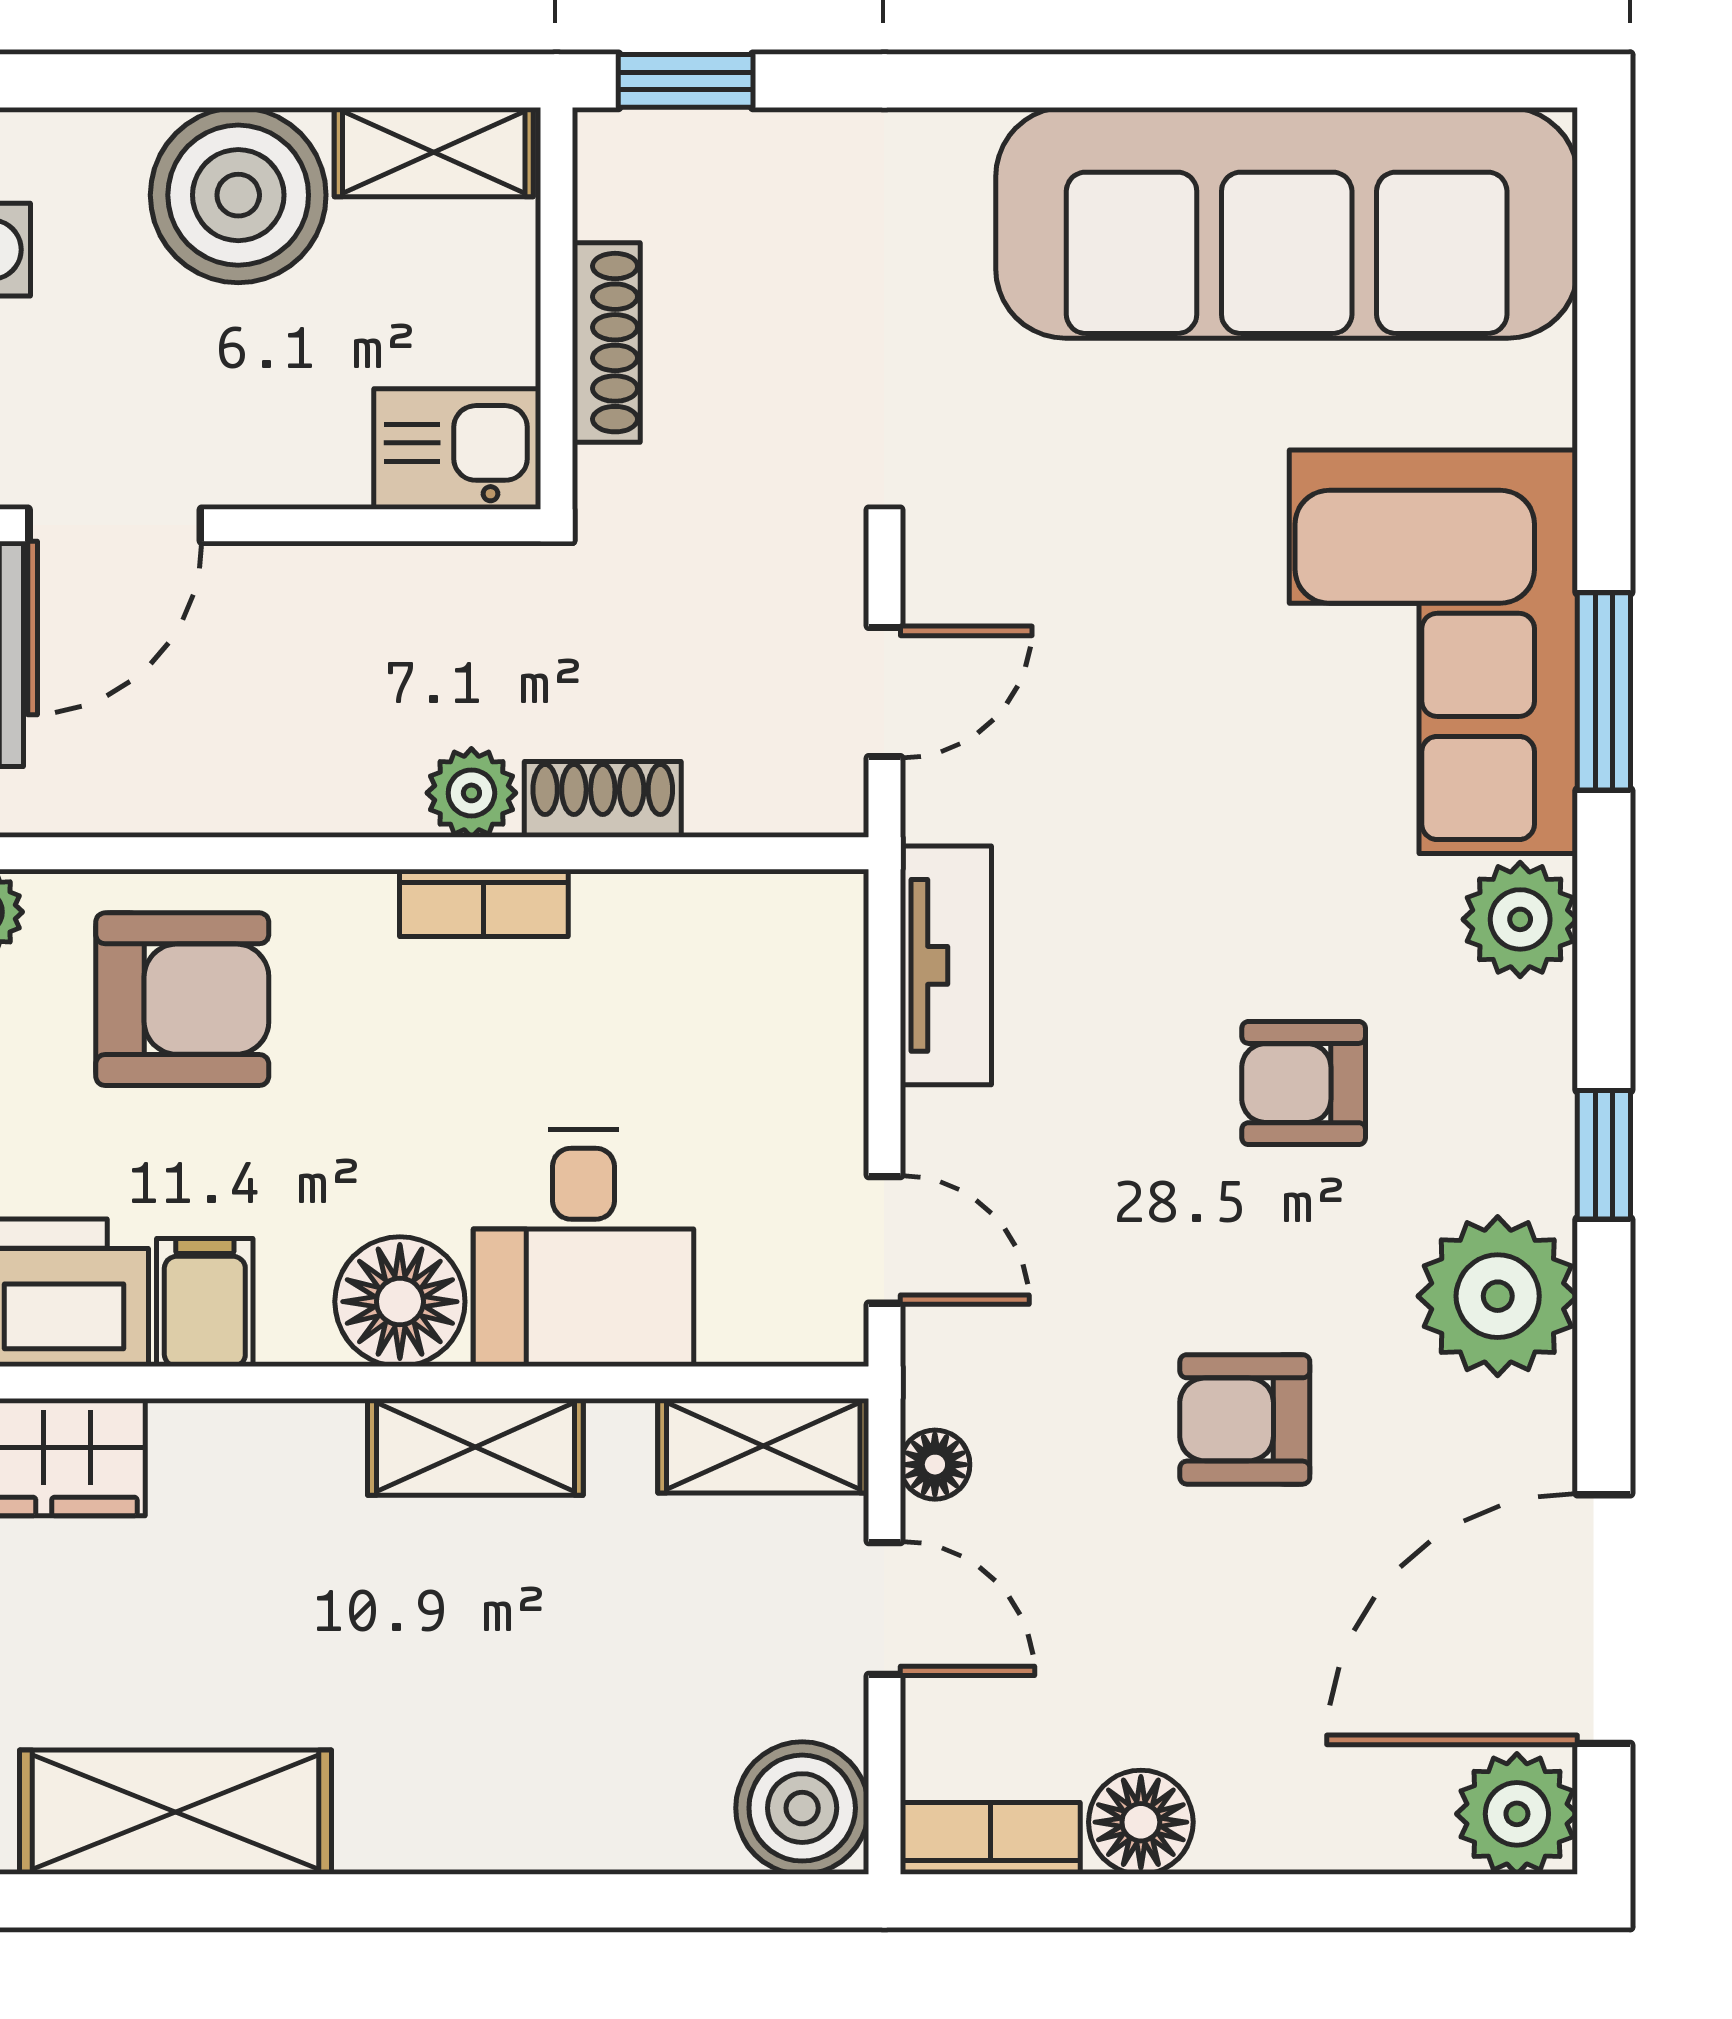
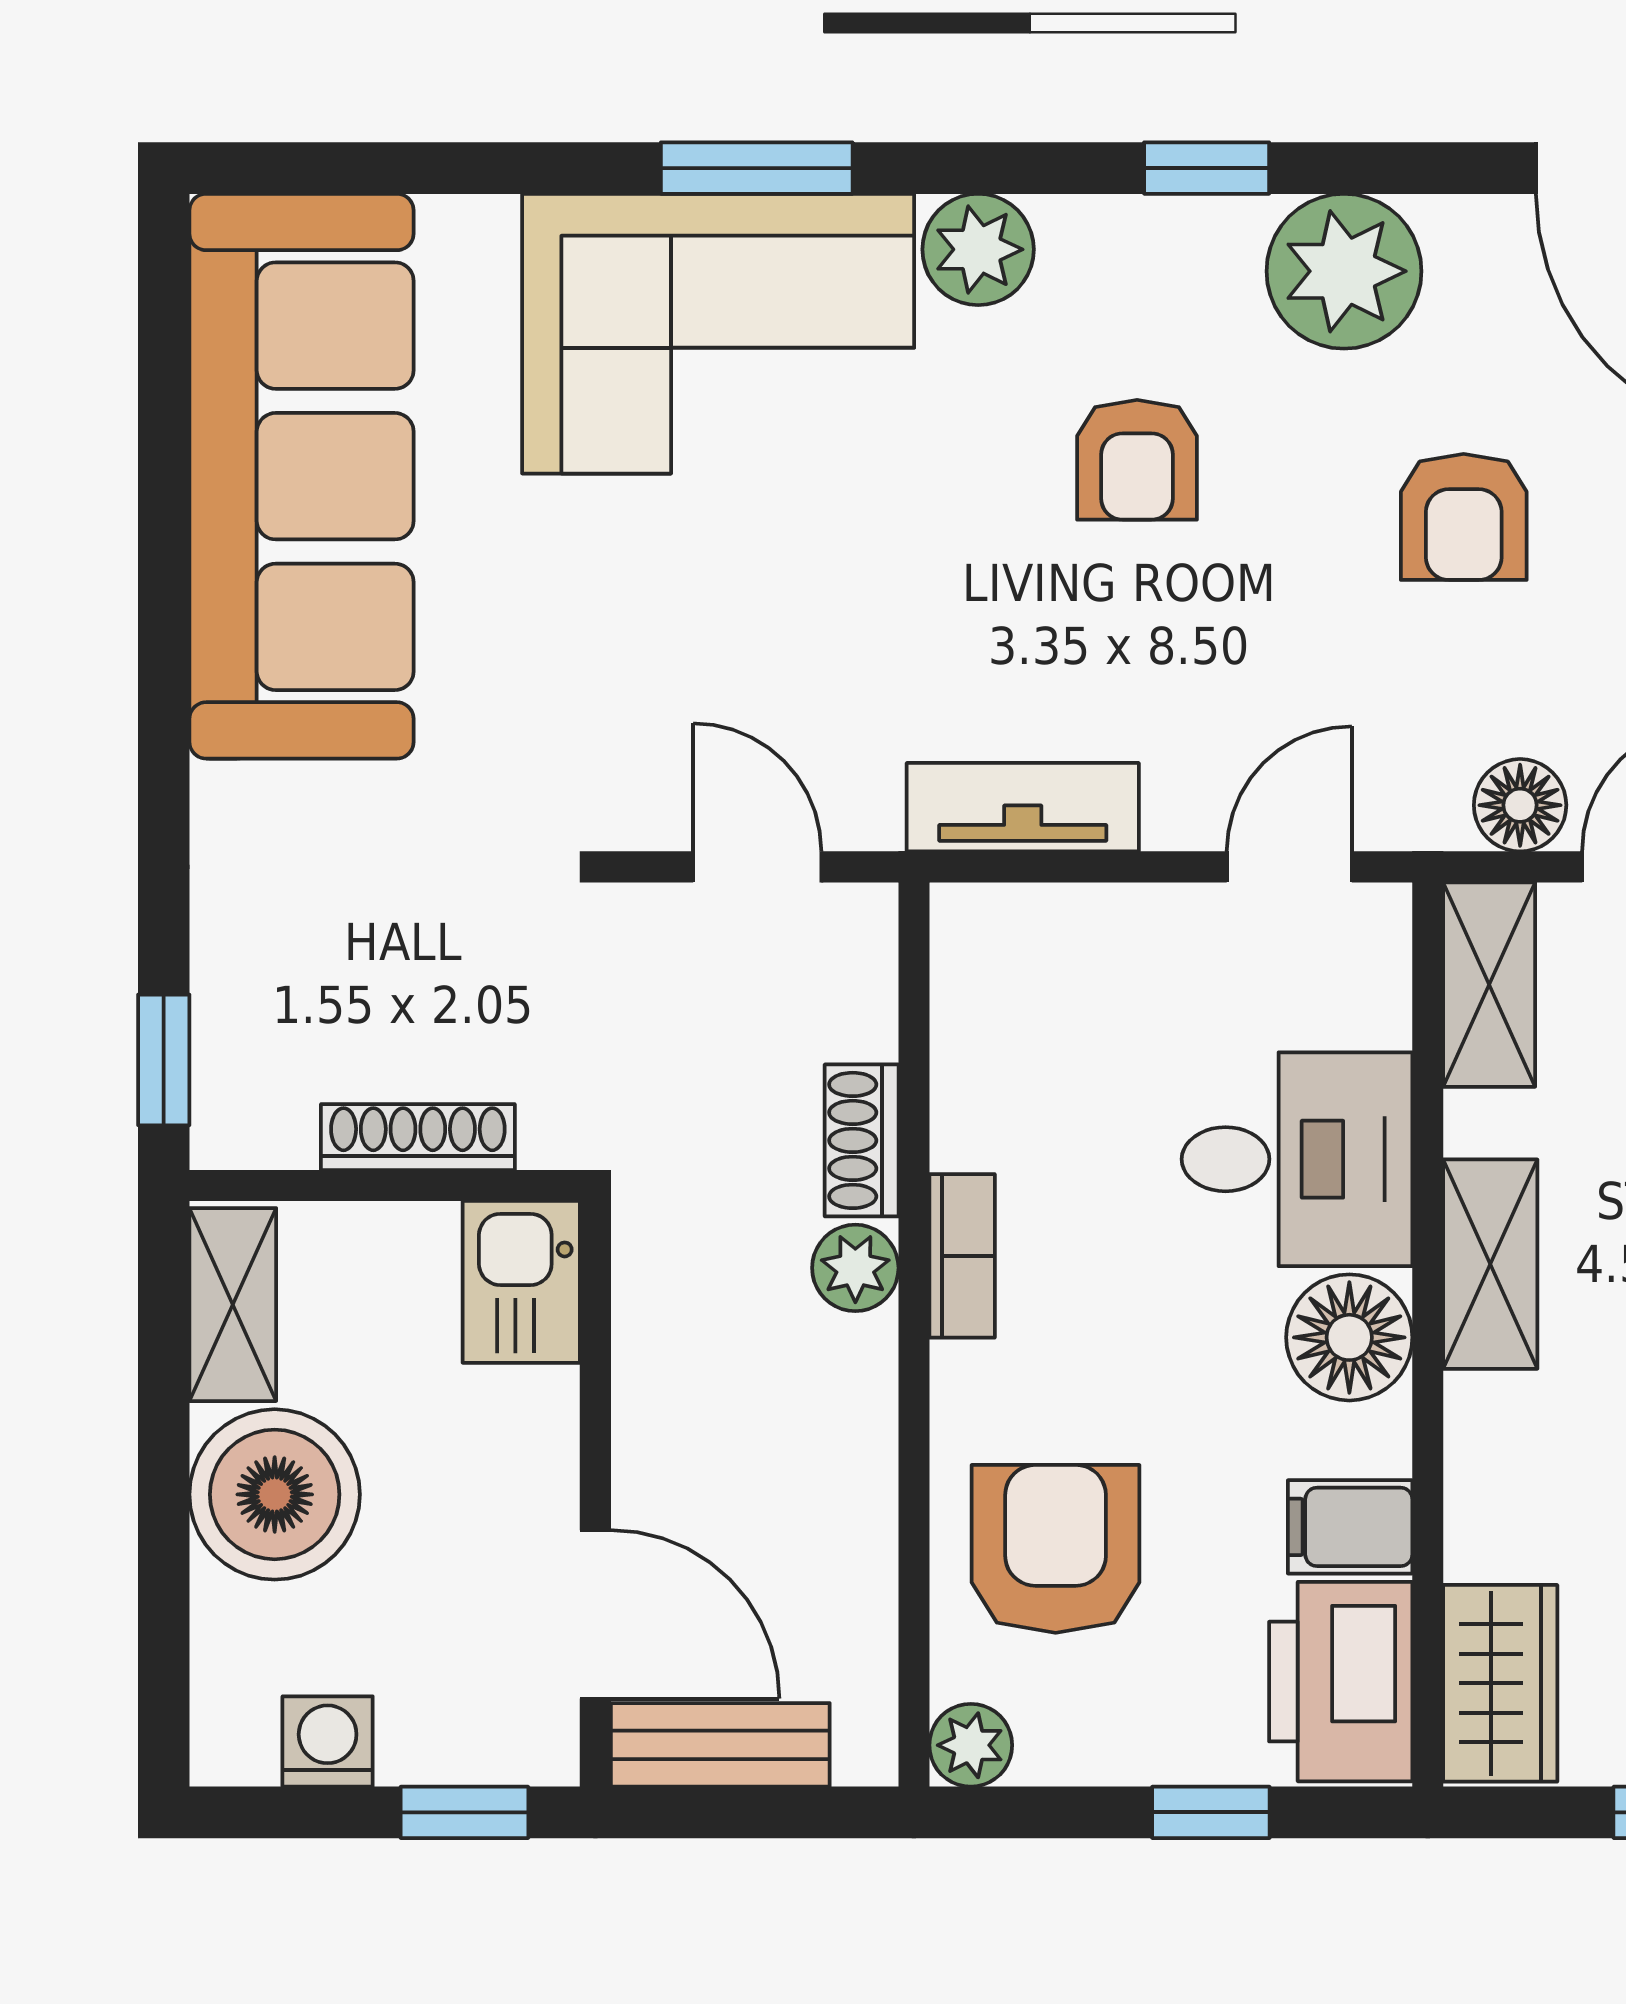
floor lamp: (935, 1465) -> (1520, 805), width x1.37, depth x1.37

